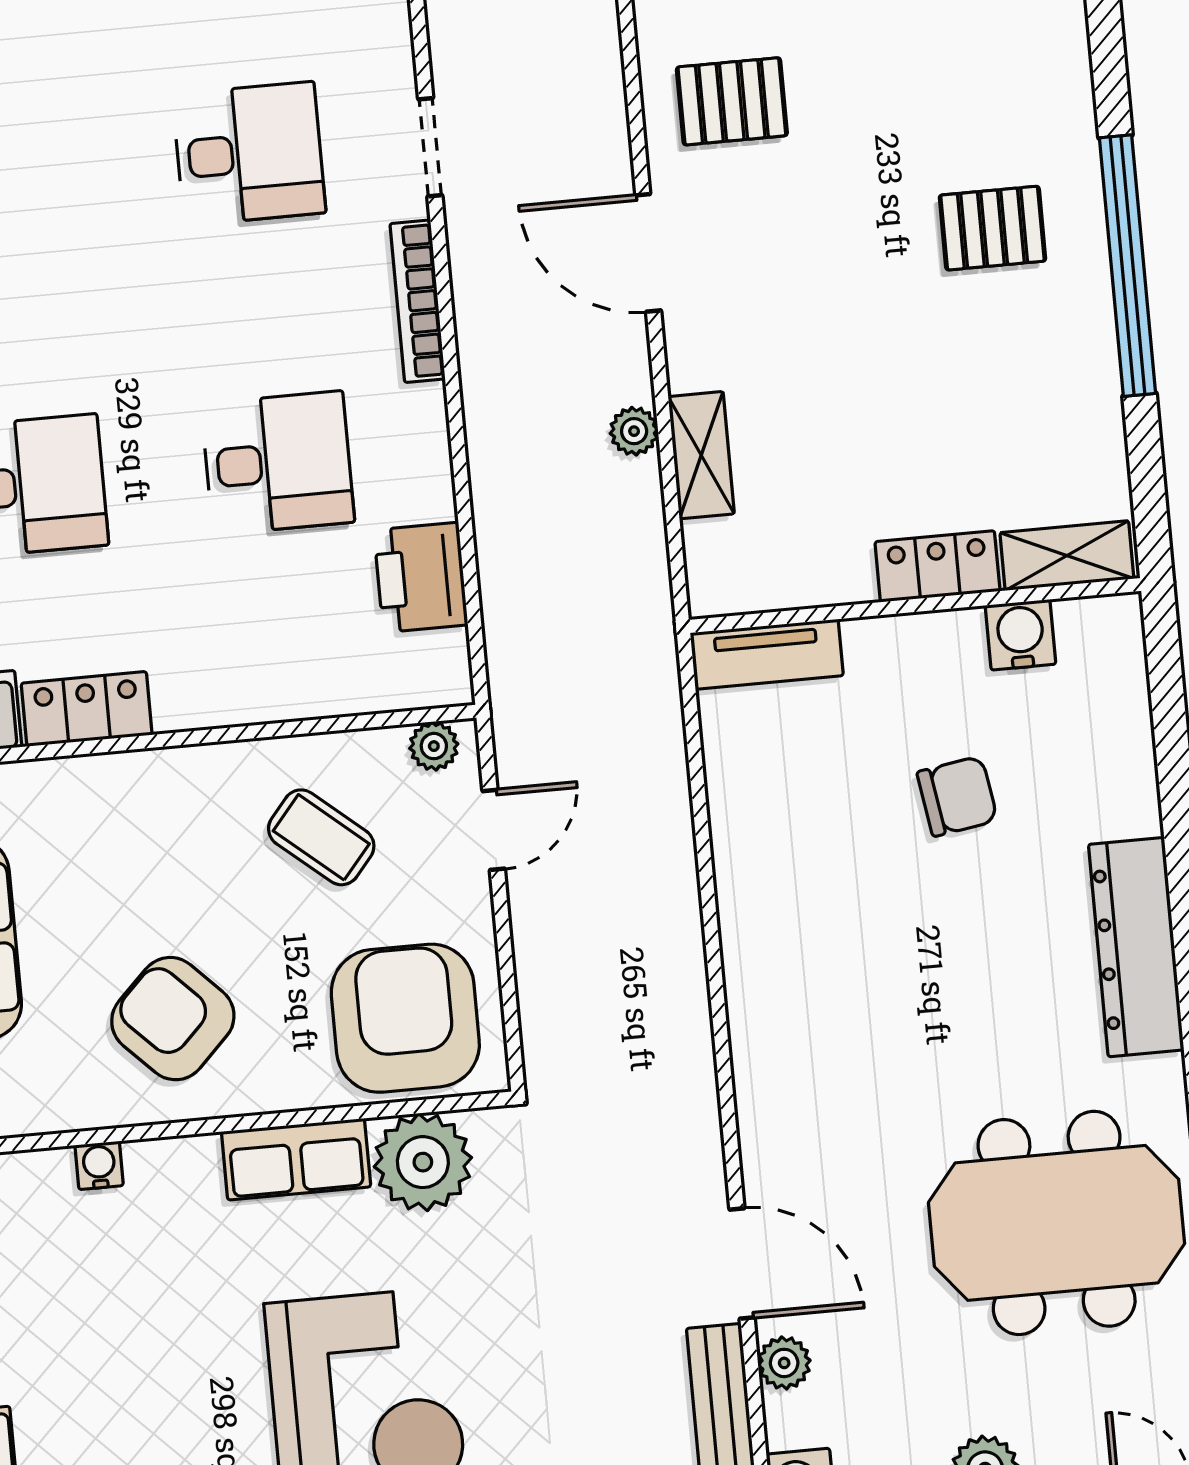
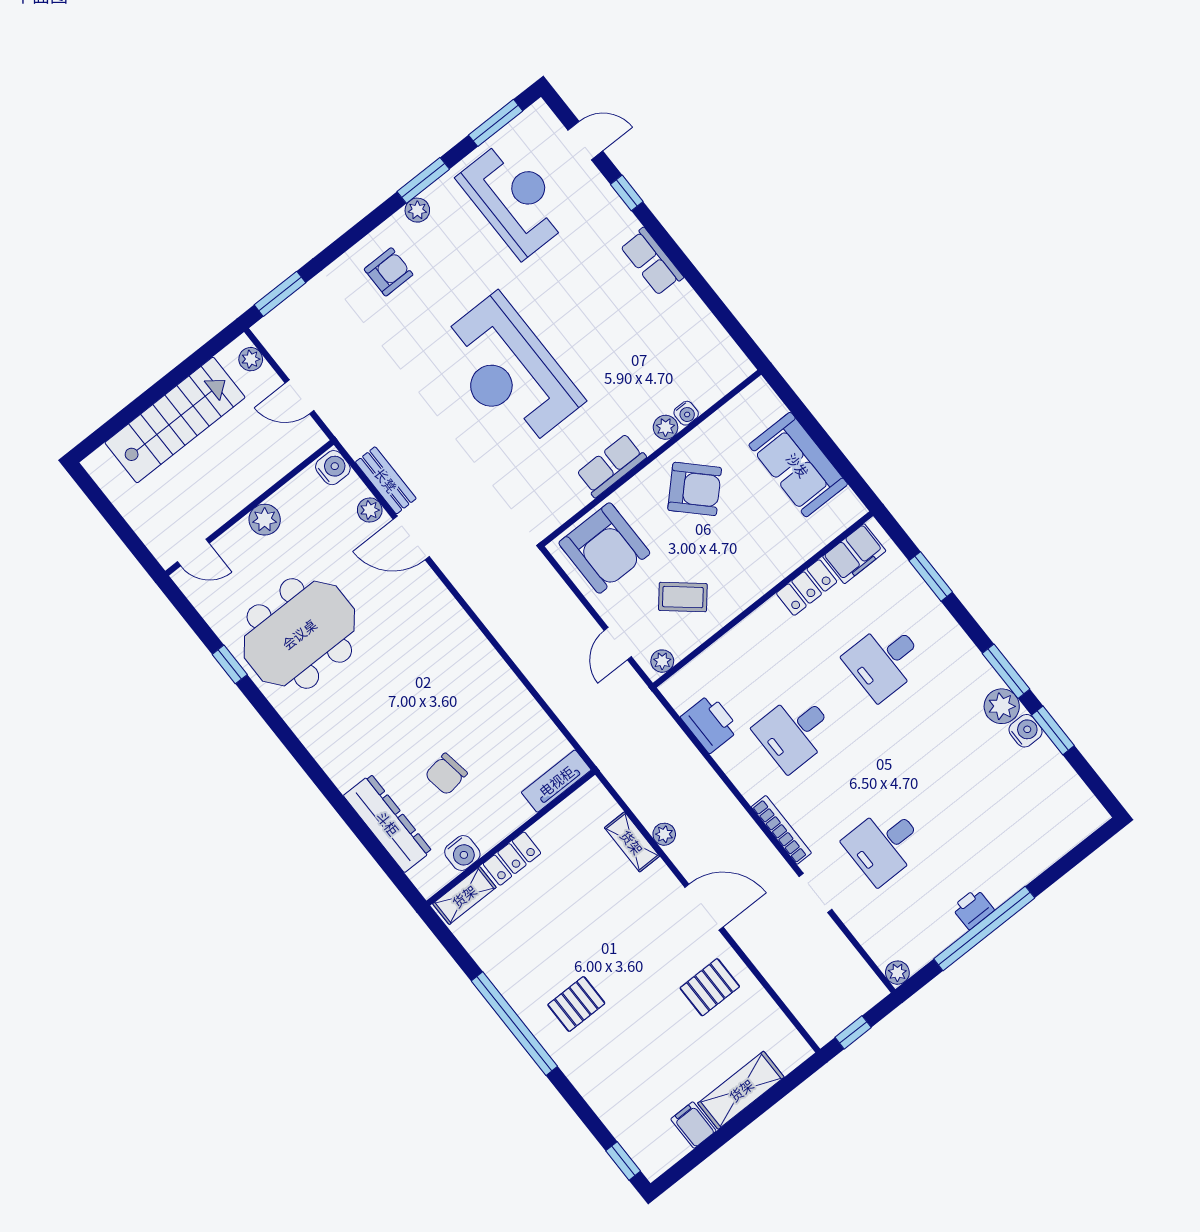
dresser: (1136, 947) -> (388, 823), moved
plant: (423, 1162) -> (666, 427), moved, width x0.53, depth x0.53

